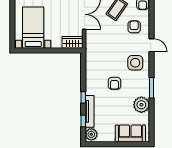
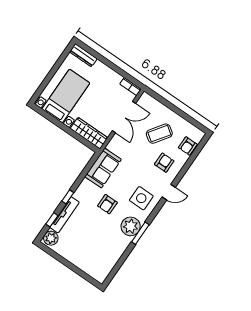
wardrobe: (72, 42) -> (89, 133), width x1.50
door: (151, 45) -> (169, 192), hinge flipped
plant: (141, 105) -> (131, 226), moved
sofa: (130, 133) -> (103, 168), moved, turned 90

